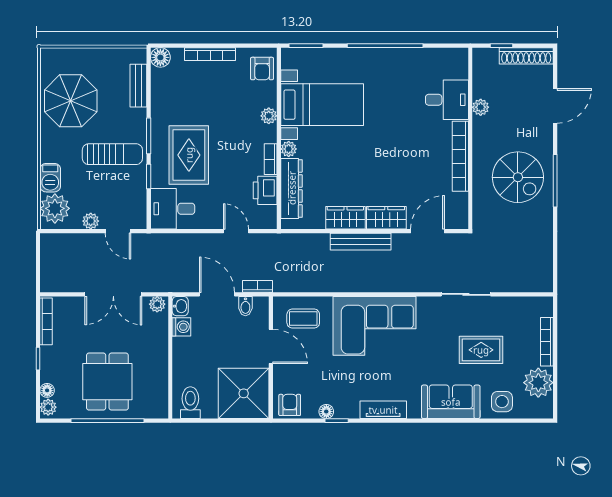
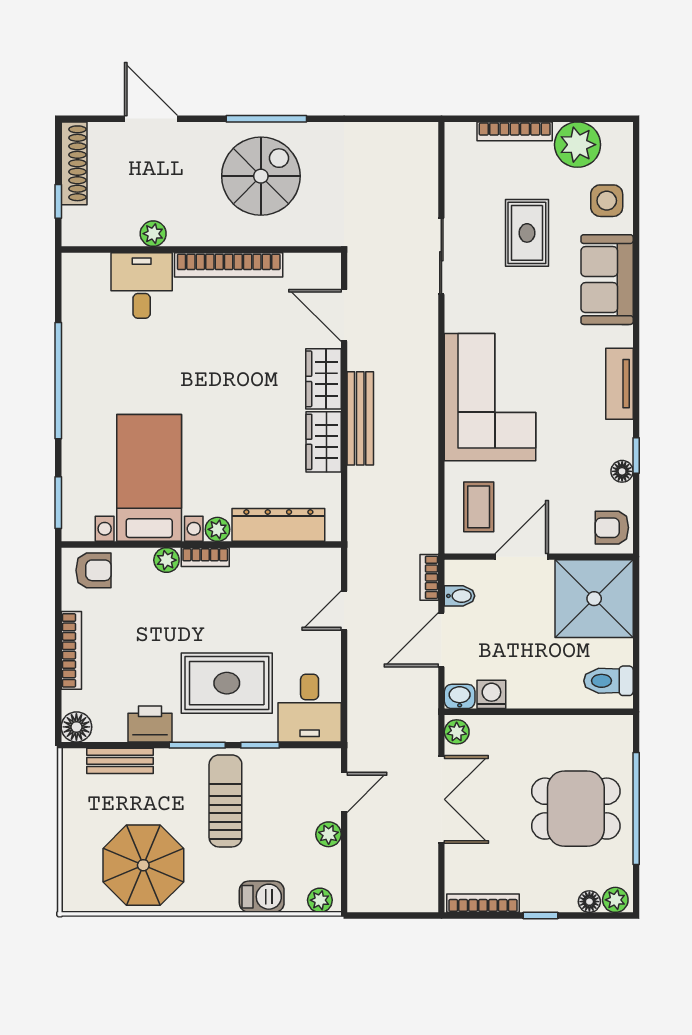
bookcase: (271, 159) -> (205, 557), moved
printer: (265, 190) -> (150, 724), moved, turned 180
plant: (55, 208) -> (320, 900), width x0.53, depth x0.53

